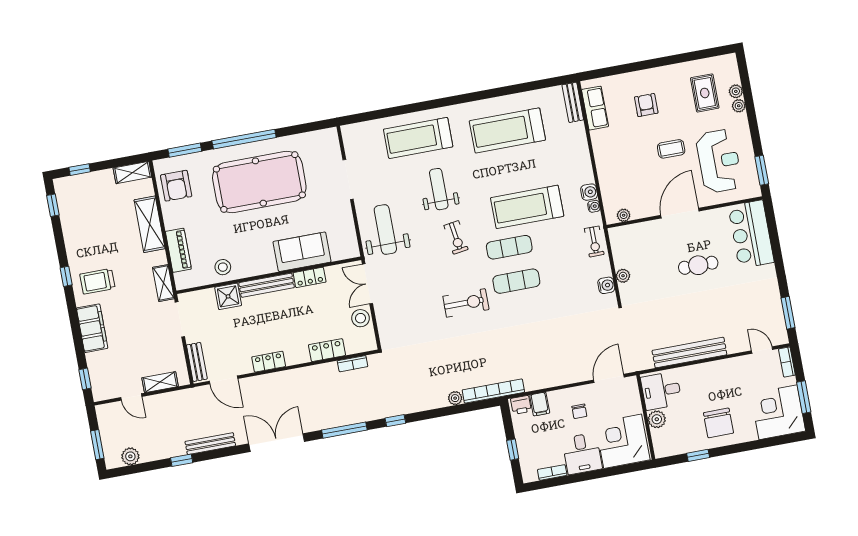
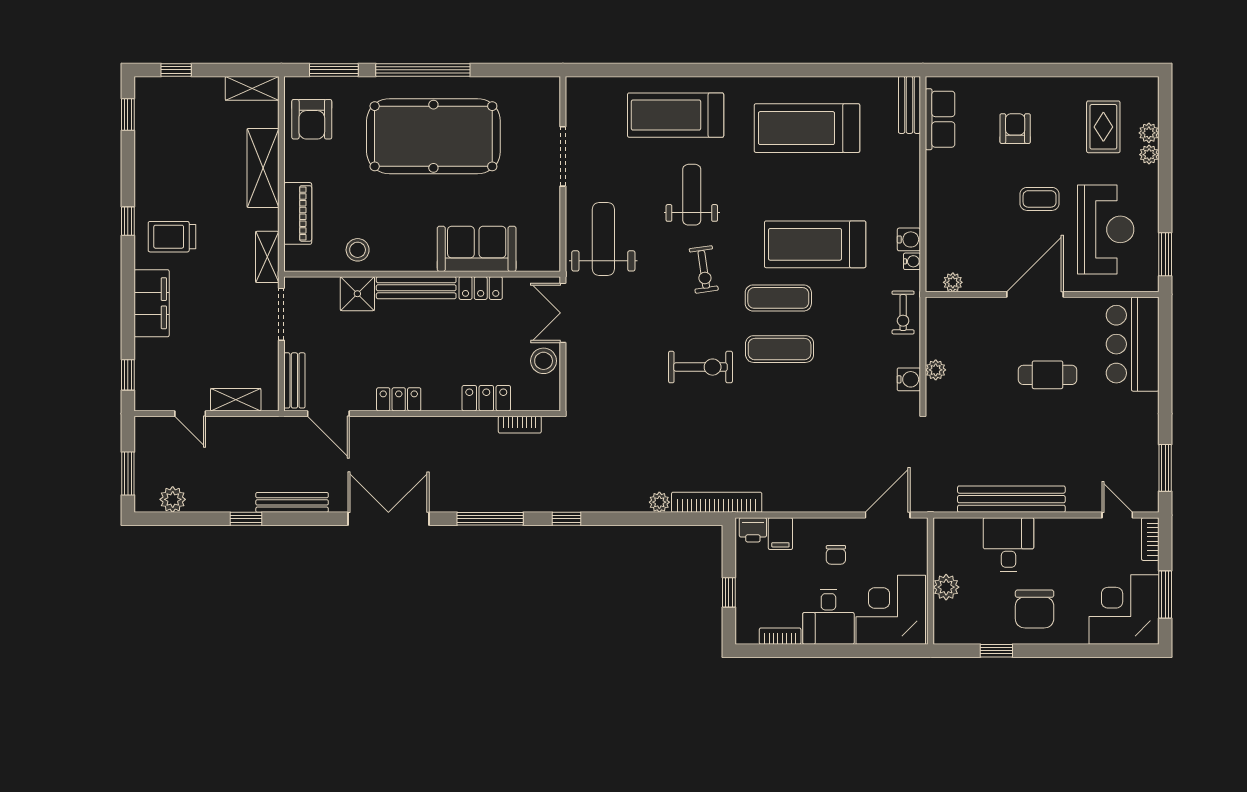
desk: (661, 391) -> (1009, 545), moved, turned 90

